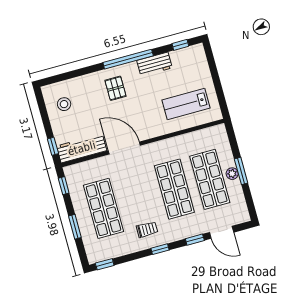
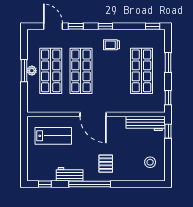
door: (124, 148) -> (93, 114), moved

